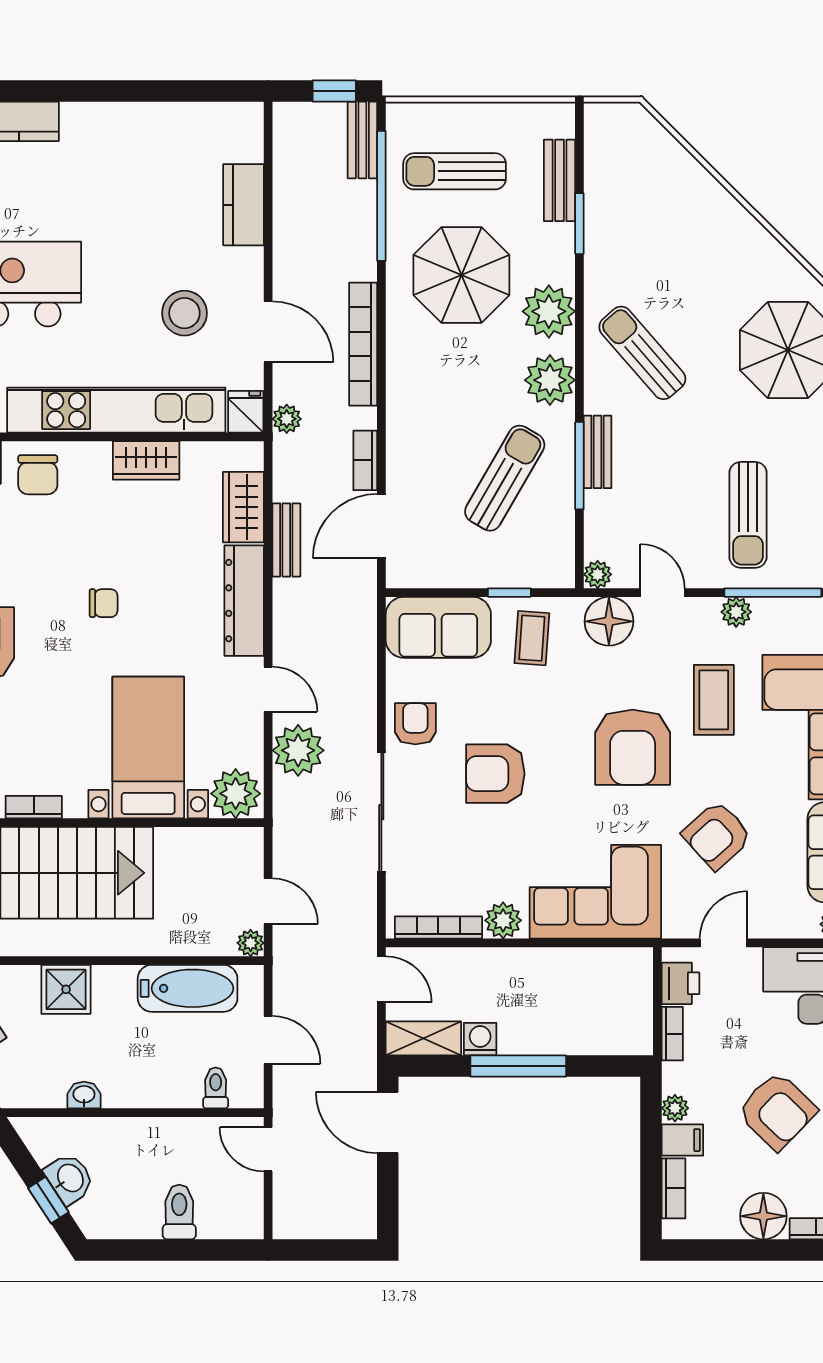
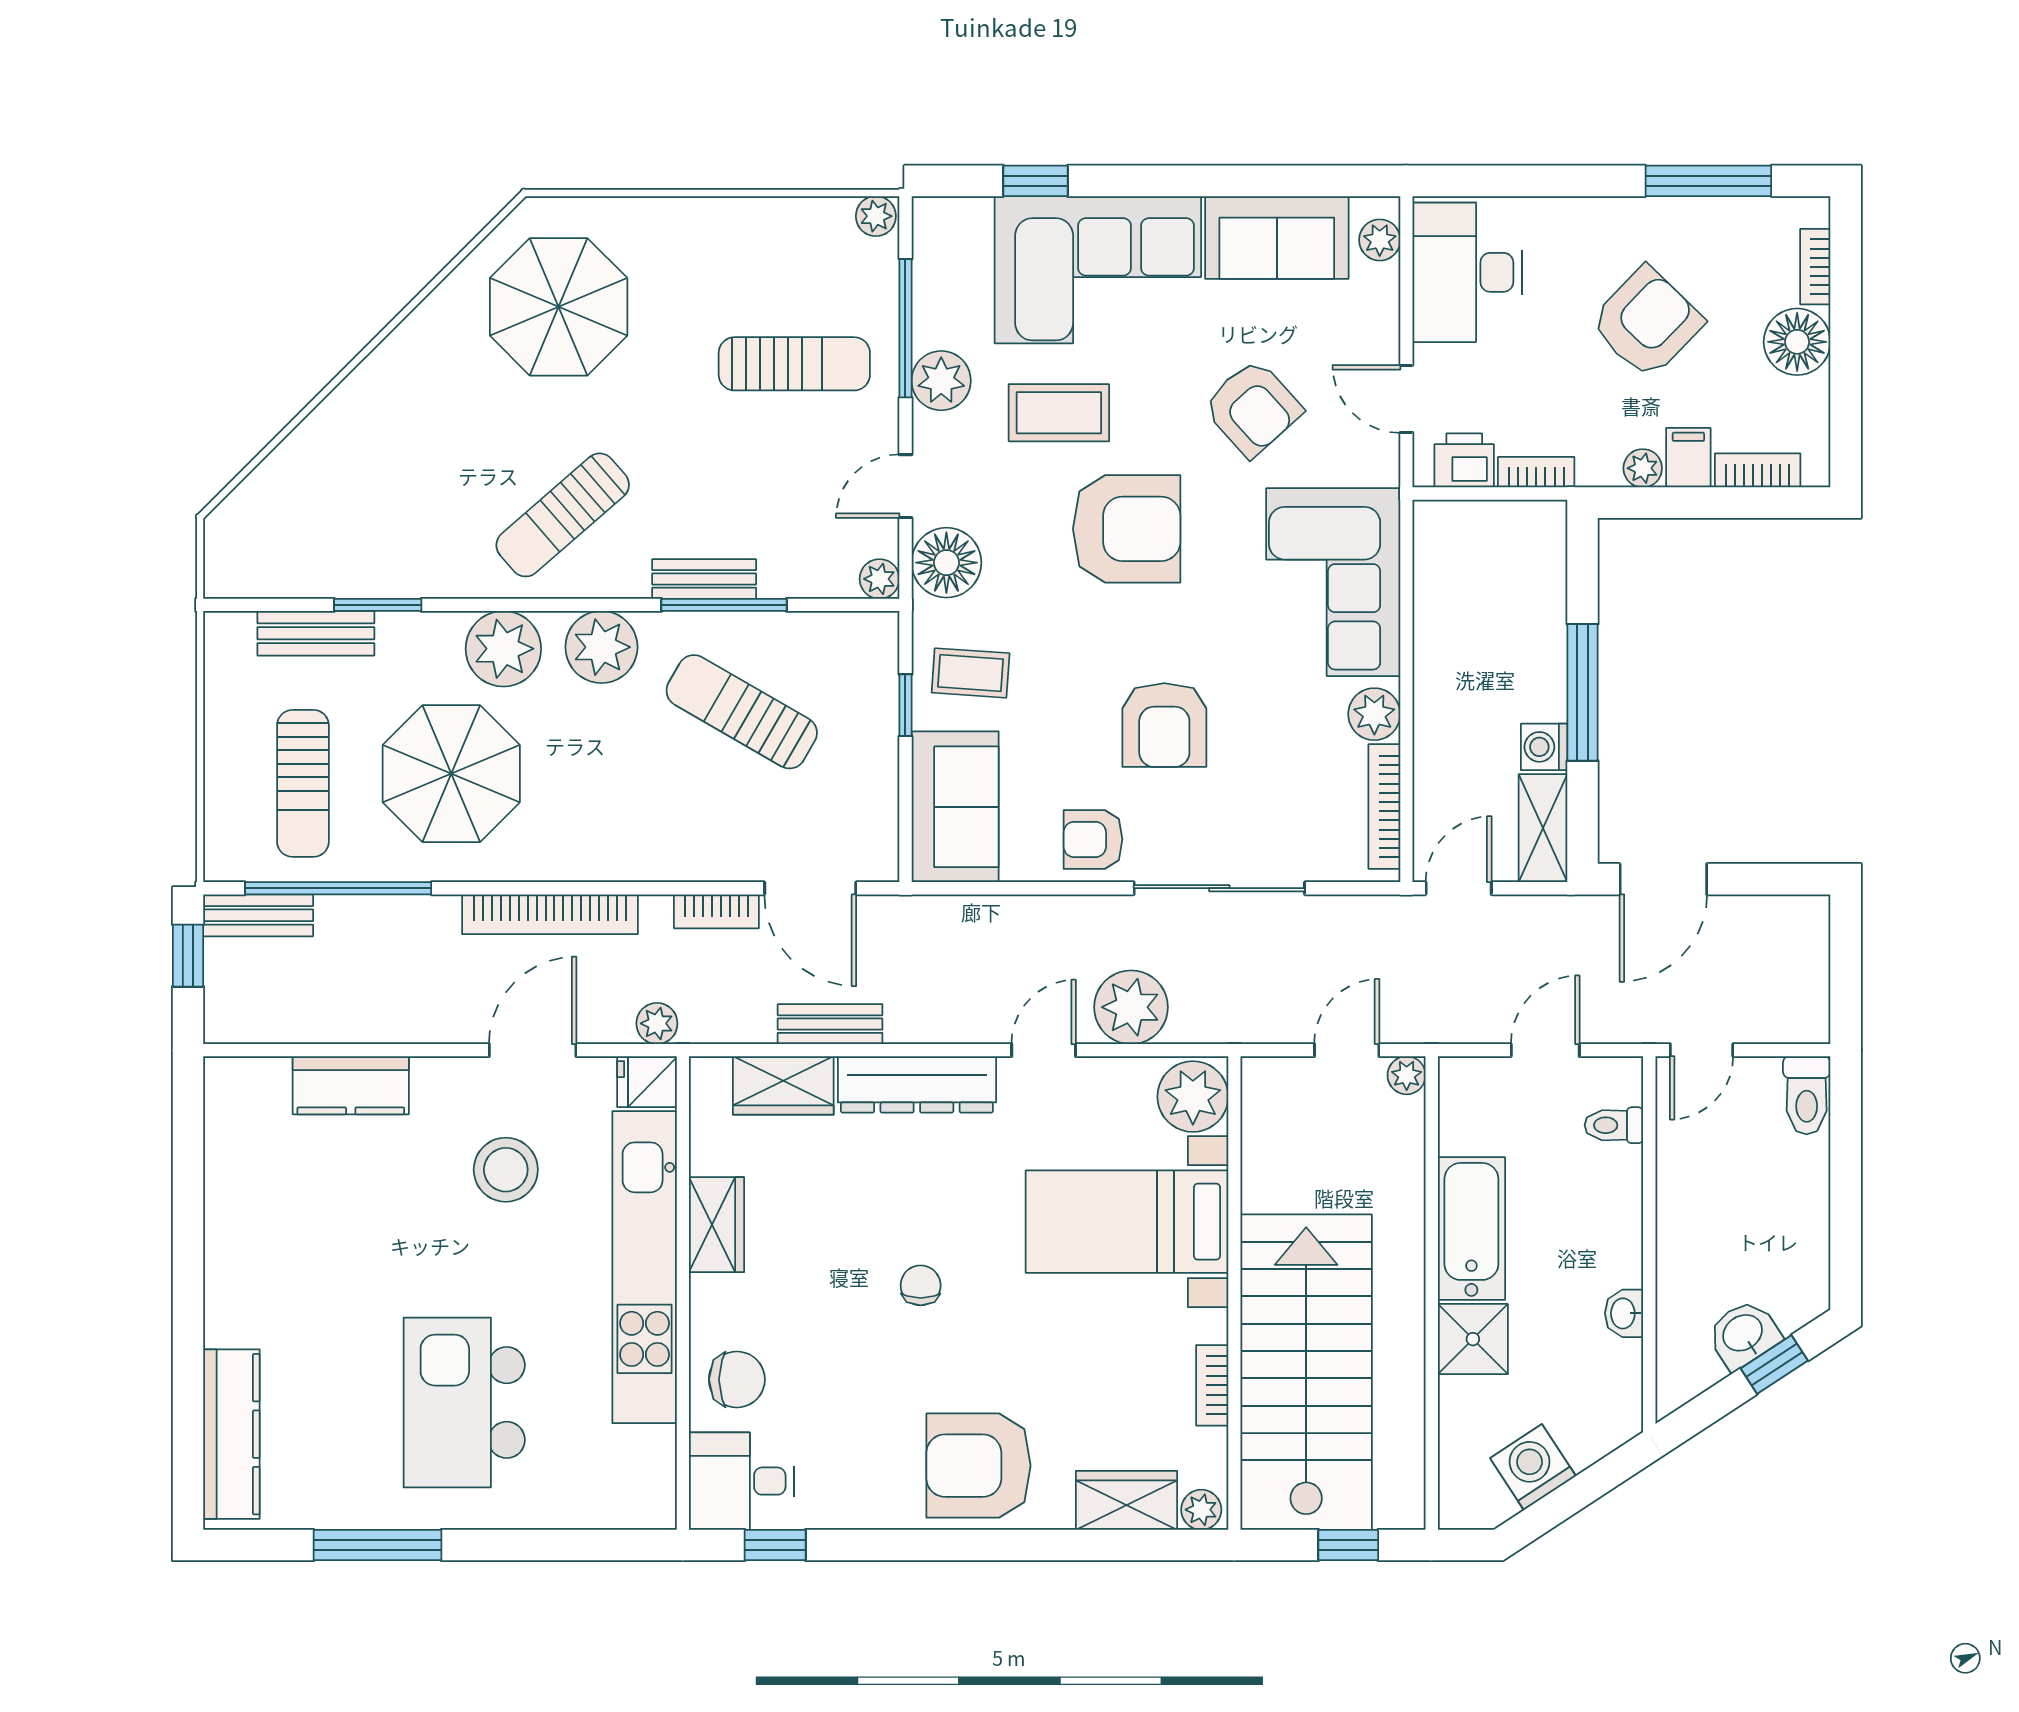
plant: (736, 612) -> (941, 381), width x1.38, depth x1.38
bathtub: (188, 988) -> (1471, 1229), moved
toilet: (179, 1212) -> (1807, 1095), moved, turned -90

